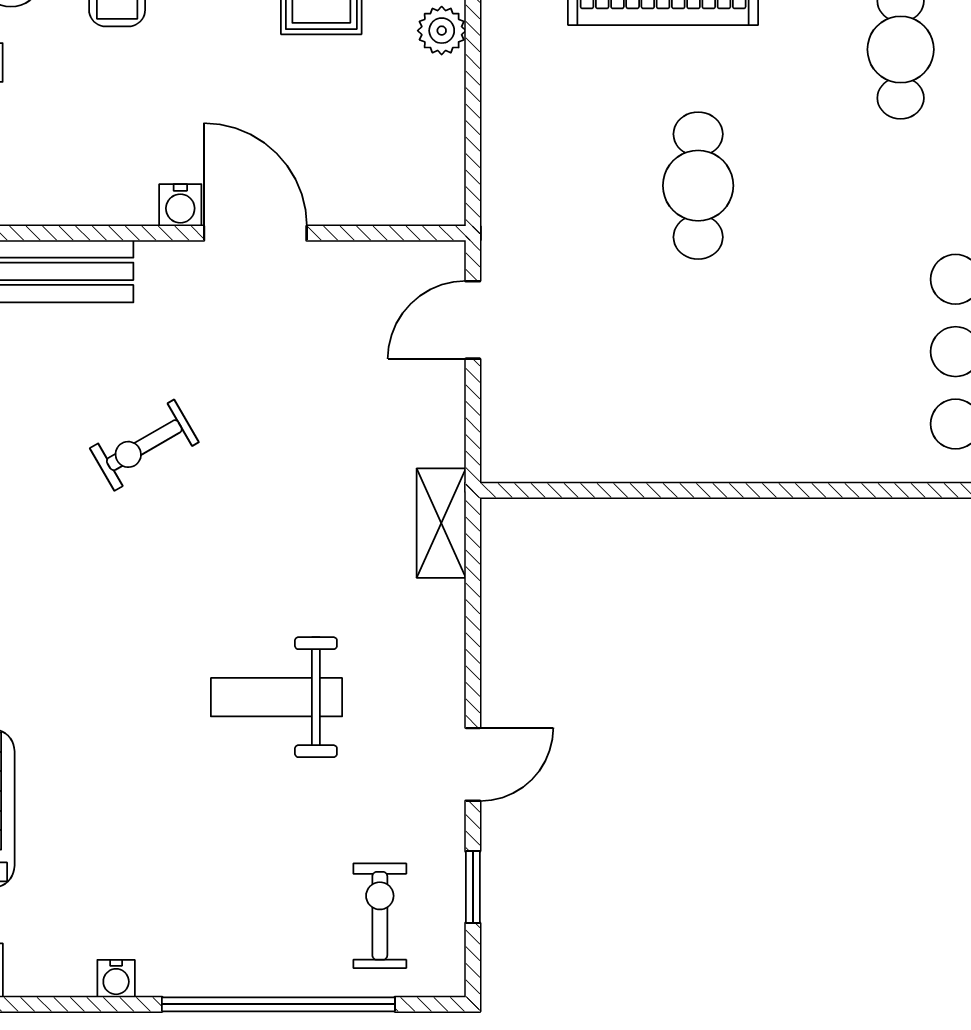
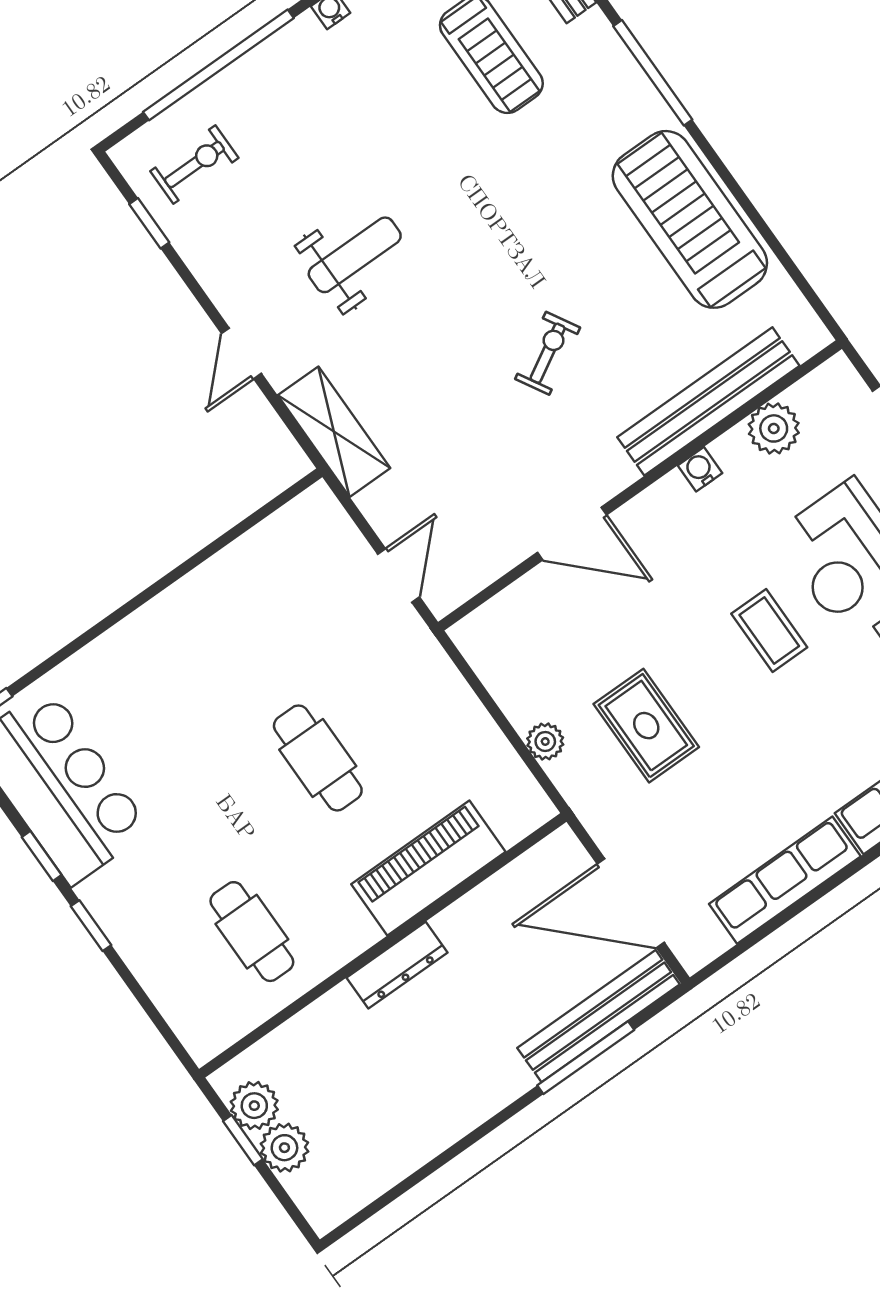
water cooler: (180, 205) -> (700, 469), moved
shelving: (441, 523) -> (334, 432), width x1.50, depth x1.33
door: (473, 764) -> (241, 353), moved
exercise bike: (380, 916) -> (194, 165), turned -90

